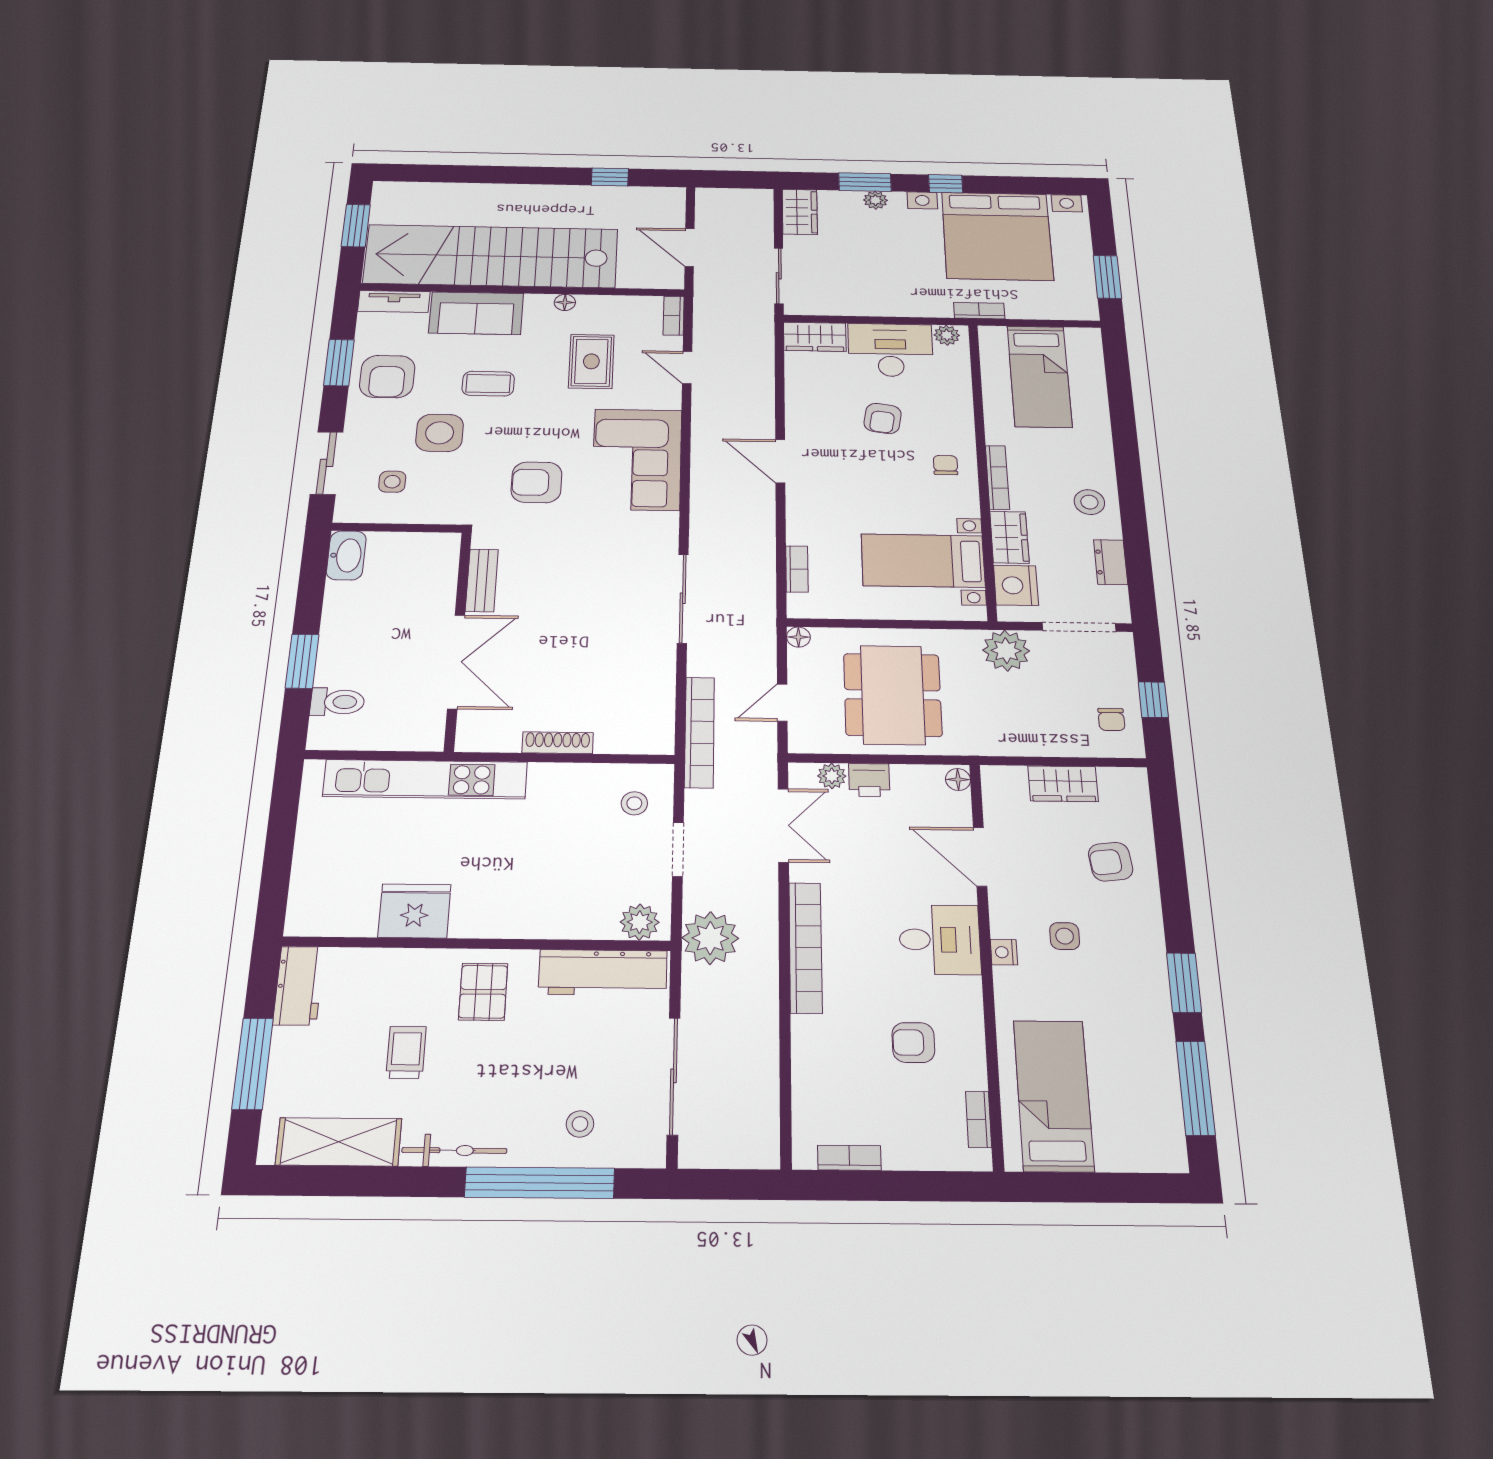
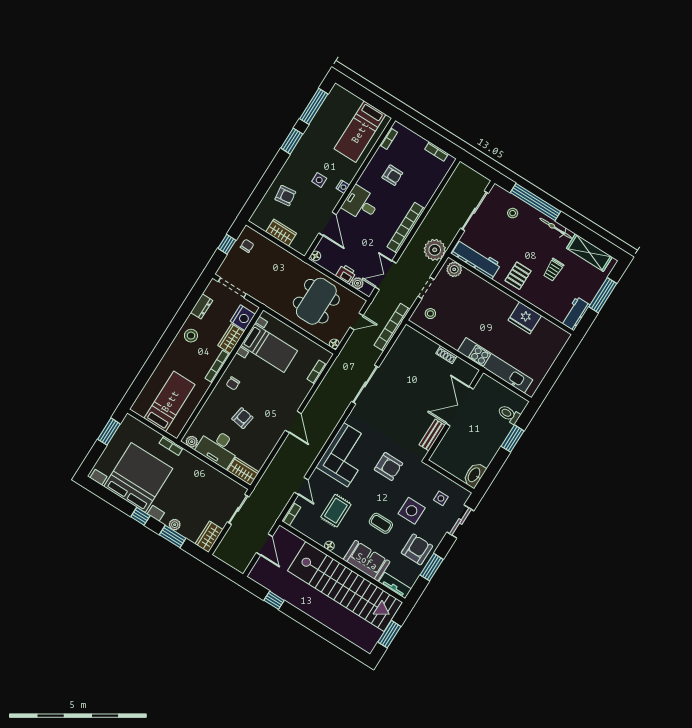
plant: (1006, 651) -> (265, 294), removed
shoe rack: (558, 743) -> (446, 355), width x0.70

